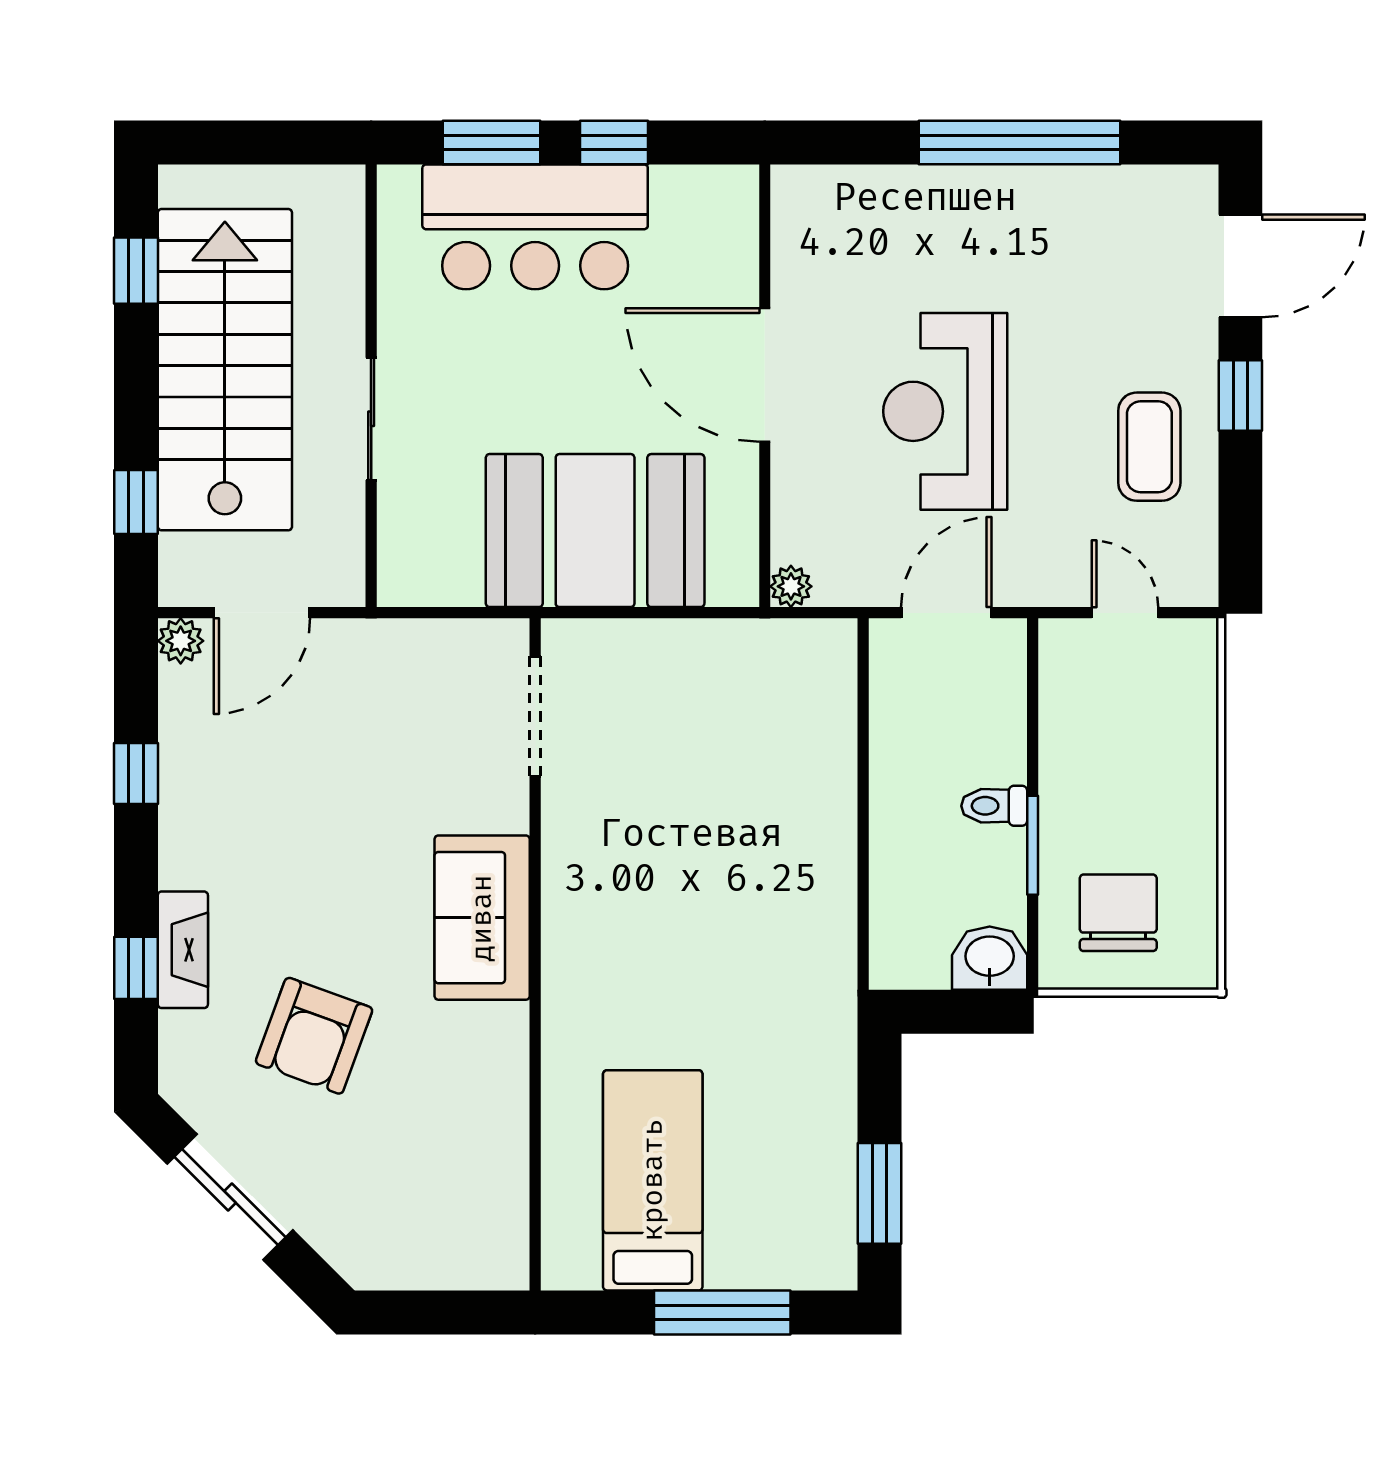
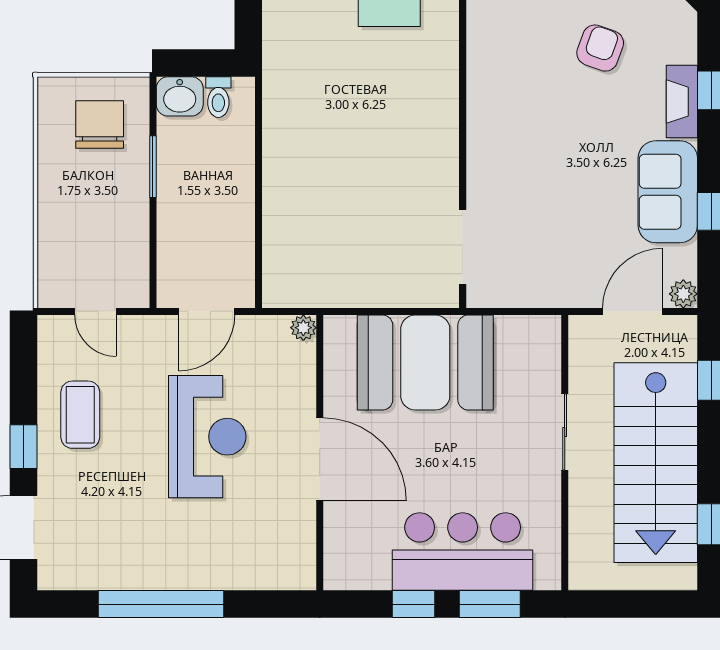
toilet: (994, 806) -> (218, 97), moved, turned 90
chair: (1118, 913) -> (100, 125), turned 180
sofa: (482, 918) -> (668, 192), moved, turned 180
armchair: (314, 1036) -> (600, 48), width x0.72, depth x0.72

